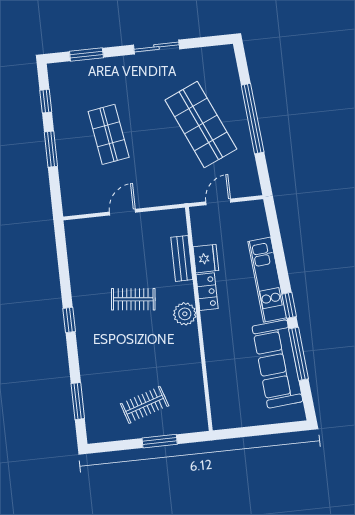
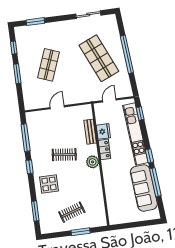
sliding door: (156, 47) -> (88, 15), moved
shop shelf: (109, 134) -> (49, 65), turned 30
window: (274, 227) -> (140, 113), added
window: (63, 266) -> (26, 138), added
kitchen unit: (267, 280) -> (135, 134), width x1.36
display table: (104, 352) -> (49, 184), added

